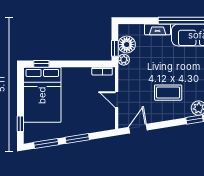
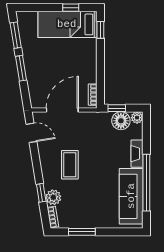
plant: (124, 60) -> (137, 118), moved
bed: (42, 95) -> (67, 24), width x0.67
door: (117, 100) -> (62, 110), width x1.87
window: (20, 124) -> (71, 8), moved

